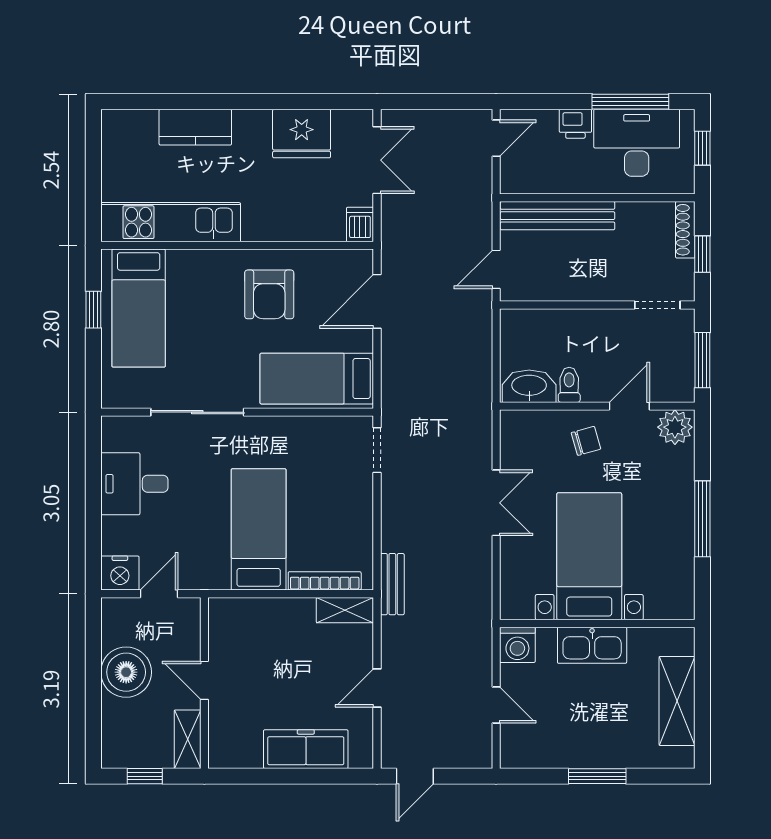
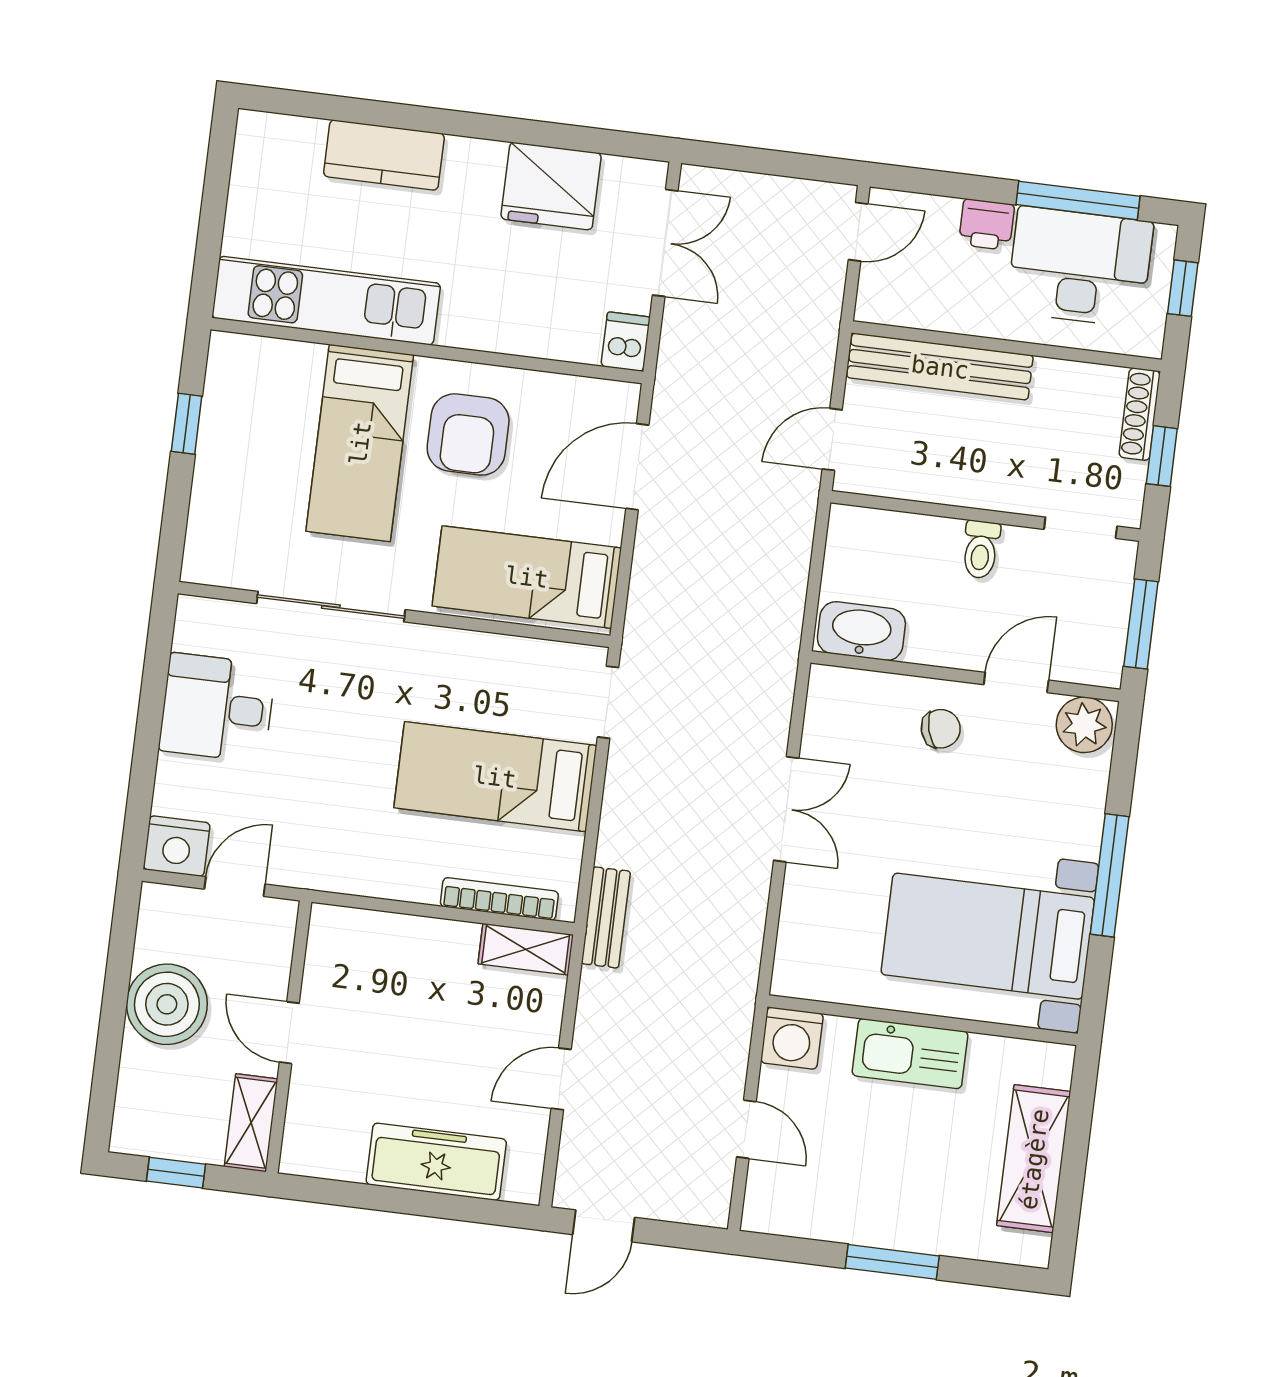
bed: (139, 308) -> (360, 443), moved
toilet: (569, 385) -> (981, 550), moved, turned 180
bed: (259, 529) -> (495, 777), moved, turned -90
bed with nightstands: (589, 556) -> (988, 936), moved, turned -90

